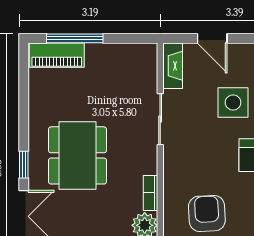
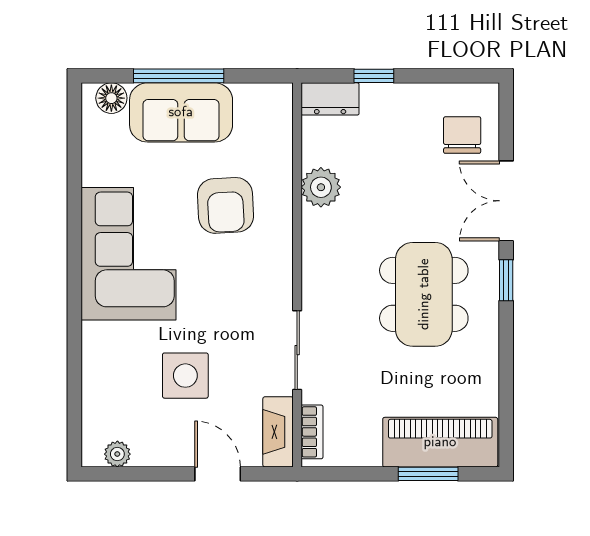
window: (75, 38) -> (428, 474), width x0.69
piano: (57, 55) -> (440, 442), width x1.37, depth x1.33
bookcase: (150, 193) -> (312, 432), moved

